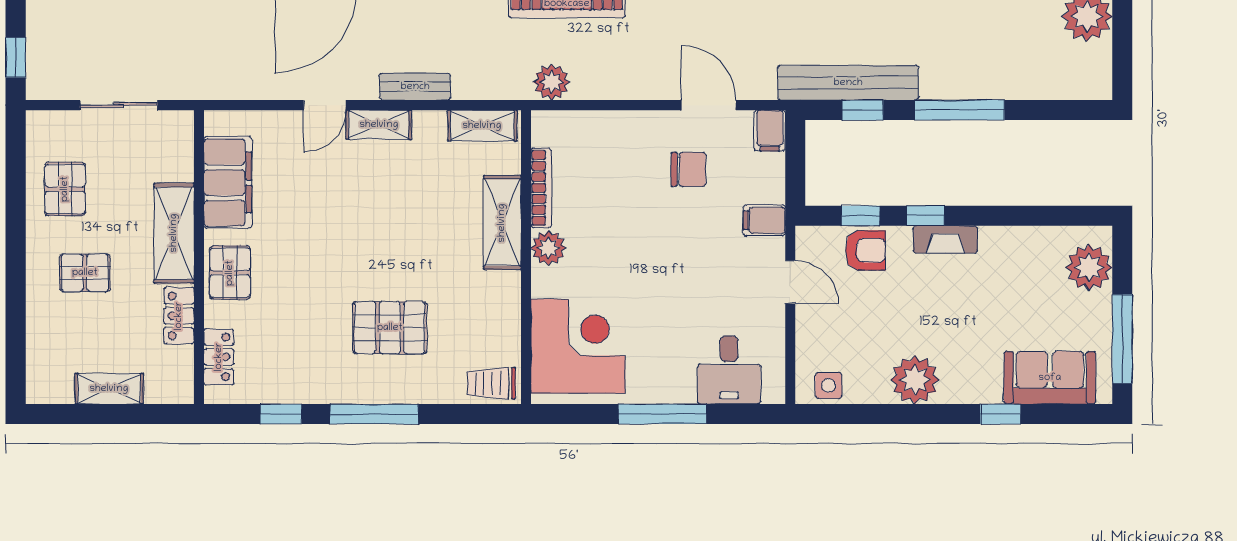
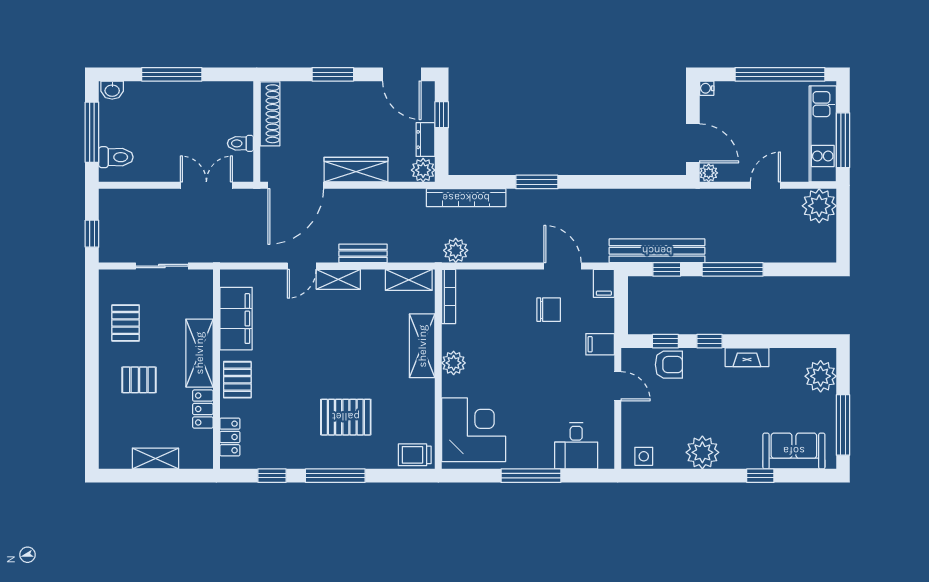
bookcase: (541, 188) -> (449, 296), moved
fireplace: (945, 239) -> (747, 357), moved

